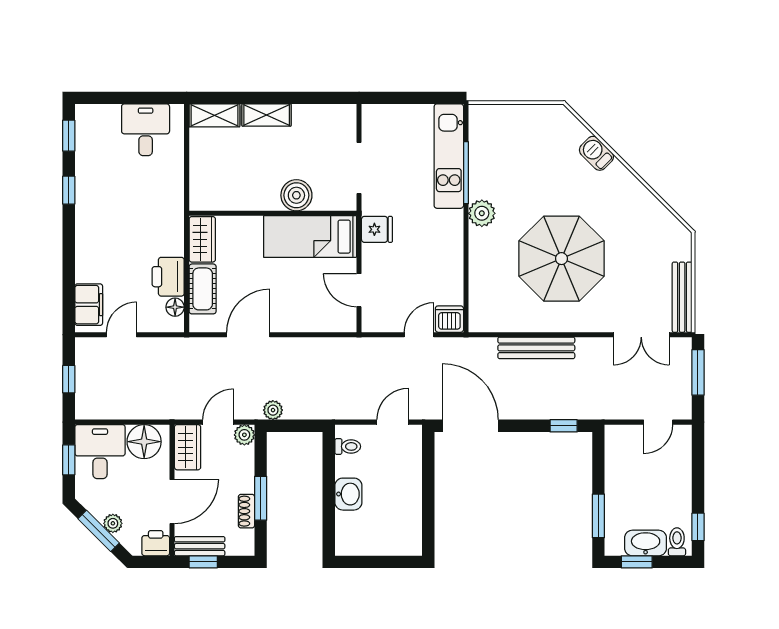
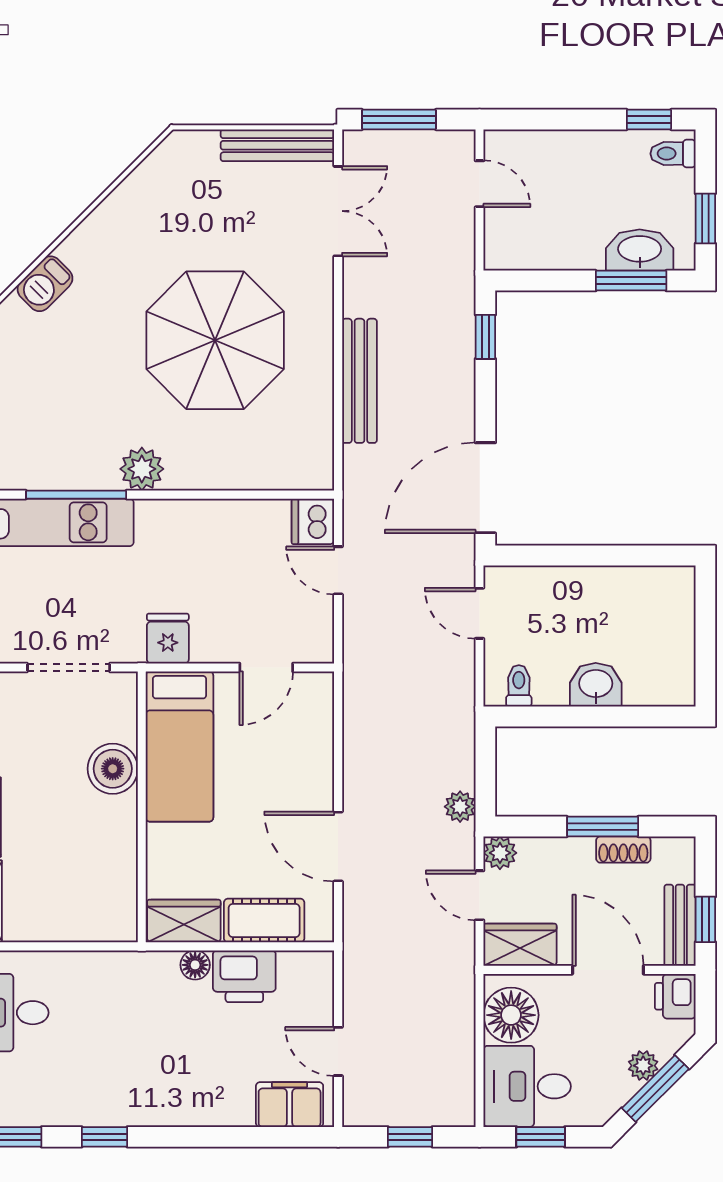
floor lamp: (175, 307) -> (195, 965), moved
washbasin: (646, 543) -> (640, 250), moved, turned 90

